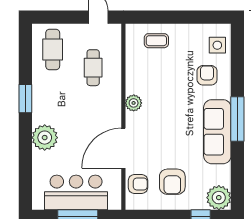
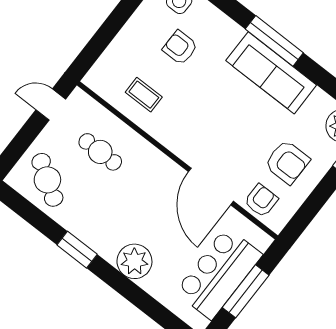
coffee table: (156, 41) -> (144, 95), moved, turned 90
cafe table: (53, 49) -> (47, 180), turned 33
armchair: (207, 75) -> (180, 48), moved
plant: (134, 103) -> (171, 138), removed

